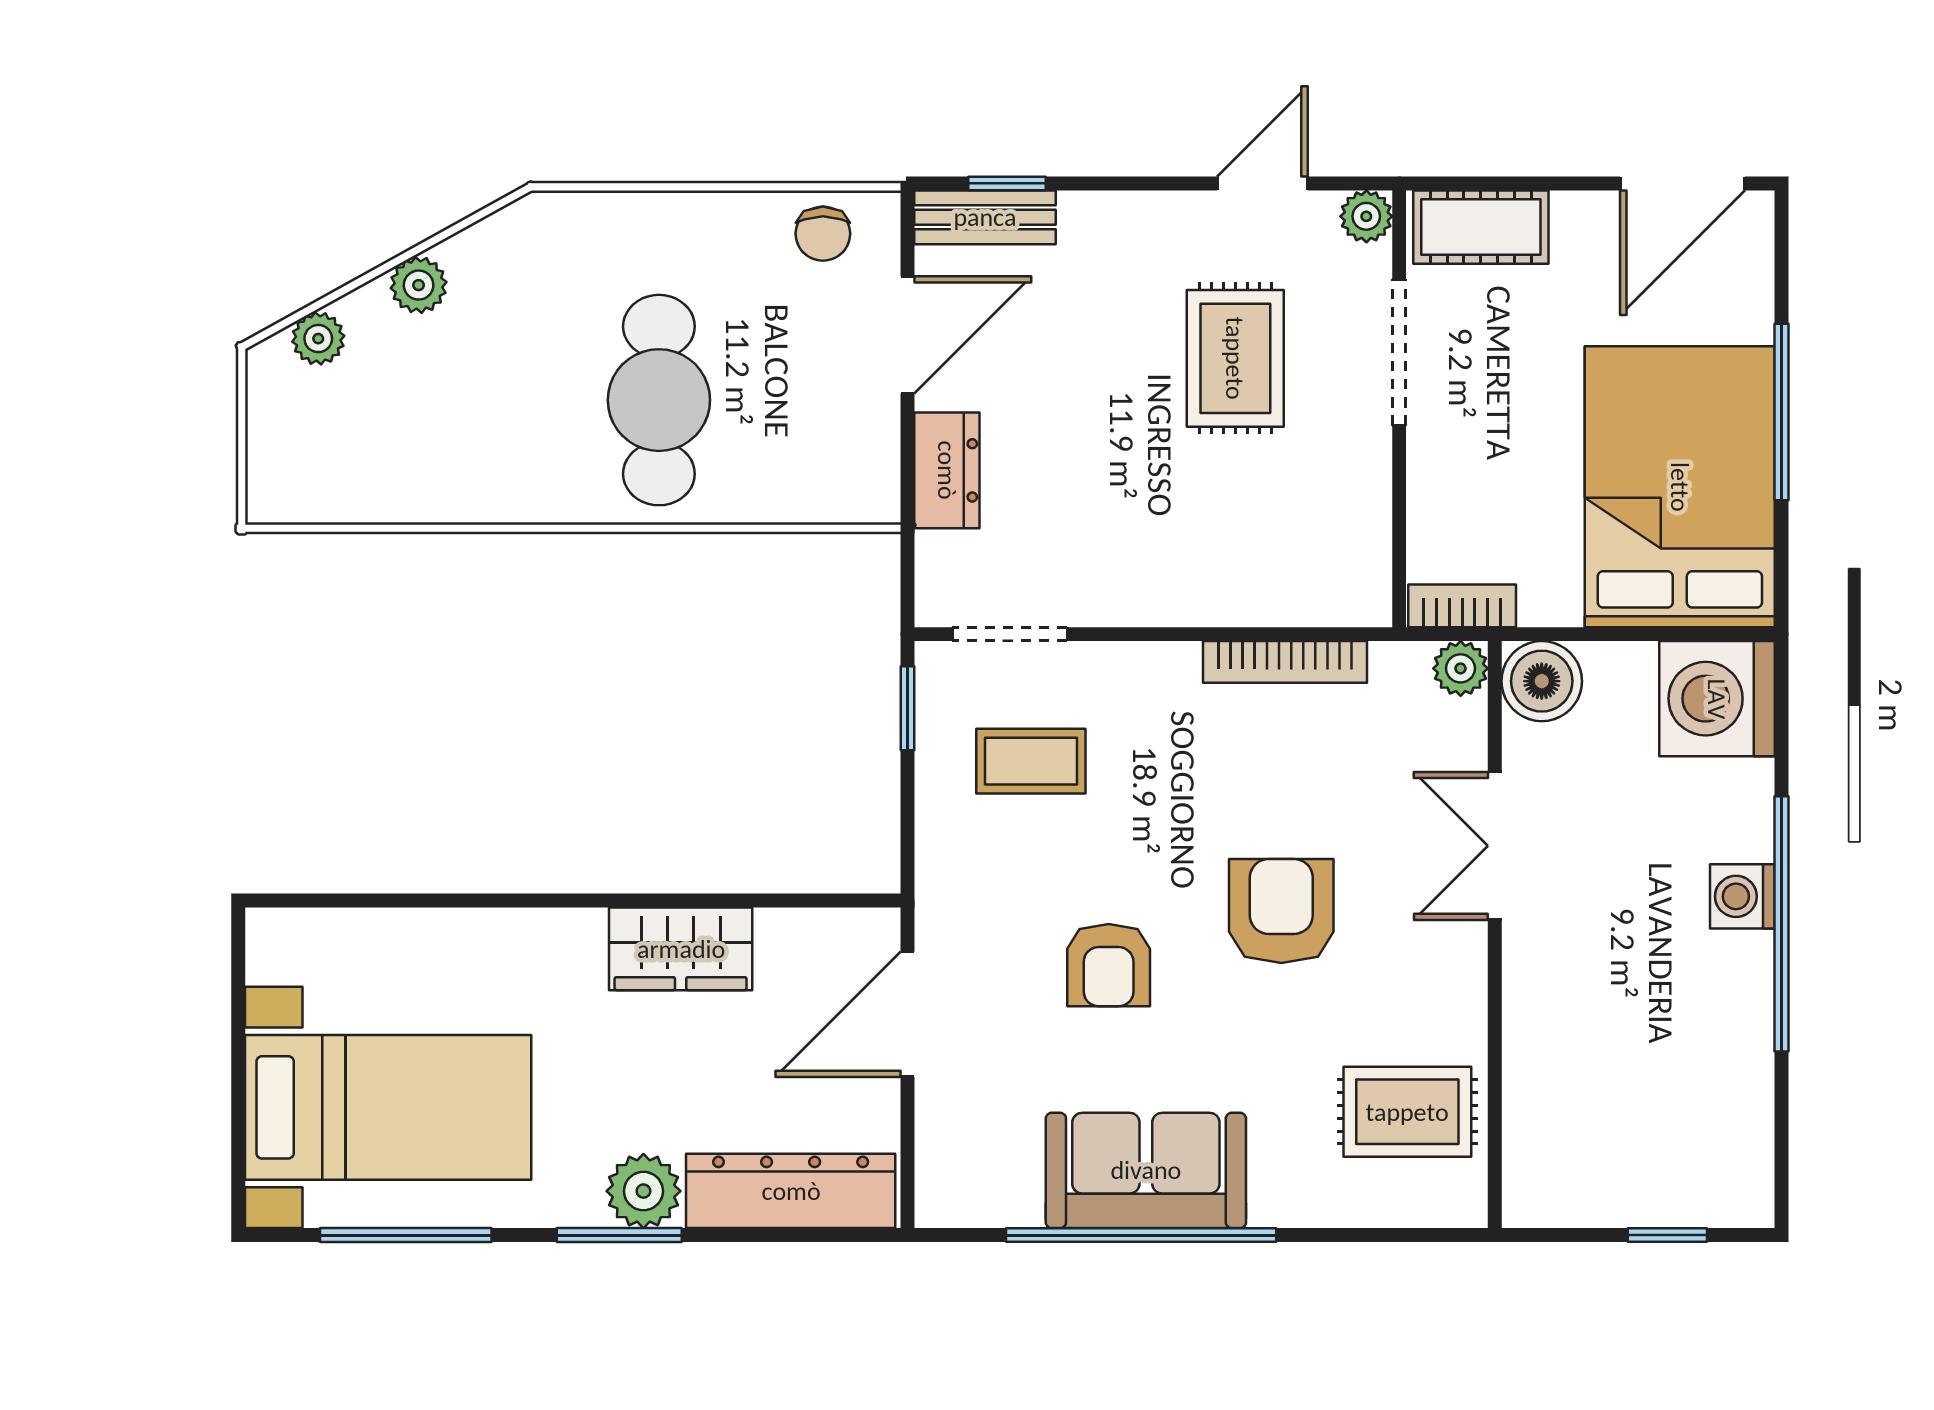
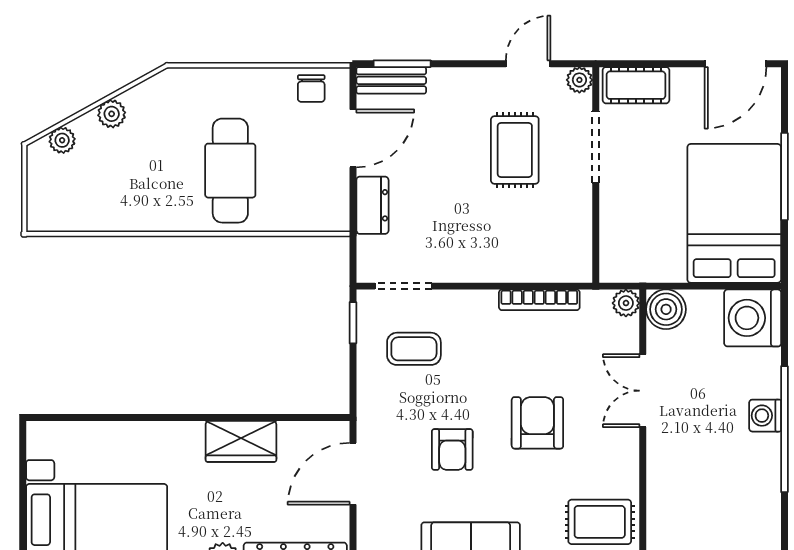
window: (1007, 183) -> (402, 64), width x1.50
bookcase: (1462, 606) -> (627, 272), removed

